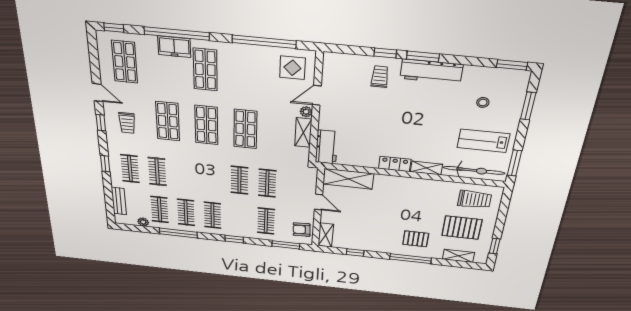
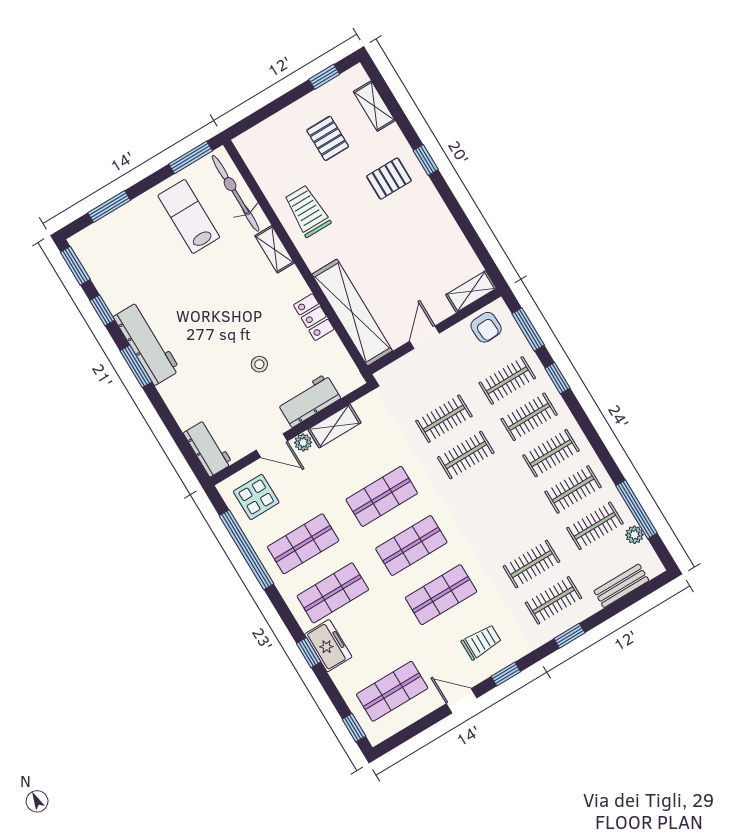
window: (177, 34) -> (309, 653), width x0.32
window: (385, 53) -> (102, 310), moved
workbench: (342, 62) -> (208, 448), added
shop shelf: (246, 74) -> (303, 544), added
trolley: (380, 77) -> (195, 394), removed
door: (98, 92) -> (462, 701), hinge flipped
stool: (483, 102) -> (259, 364), moved
lab bench: (483, 141) -> (189, 216), turned 180
workbench: (327, 147) -> (309, 400), moved
locker: (395, 164) -> (314, 317), moved
shelving: (348, 179) -> (352, 312), width x1.47
trolley: (475, 199) -> (307, 211), moved
clothes rail: (239, 218) -> (529, 417), added
pallet: (462, 228) -> (328, 138), width x0.67, depth x0.71
window: (178, 233) -> (637, 509), moved
window: (234, 239) -> (557, 378), moved
pallet: (416, 239) -> (389, 179), turned 90
window: (355, 253) -> (471, 235), removed
window: (410, 259) -> (426, 160), width x0.46

